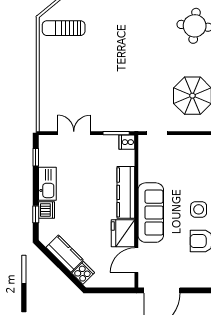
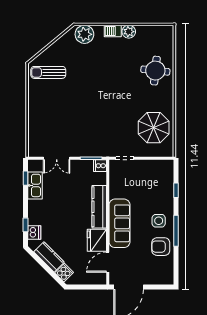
double door: (74, 133) -> (57, 158), swing flipped
kitchen sink: (47, 184) -> (35, 185), moved
dishwasher: (46, 210) -> (34, 232), moved

